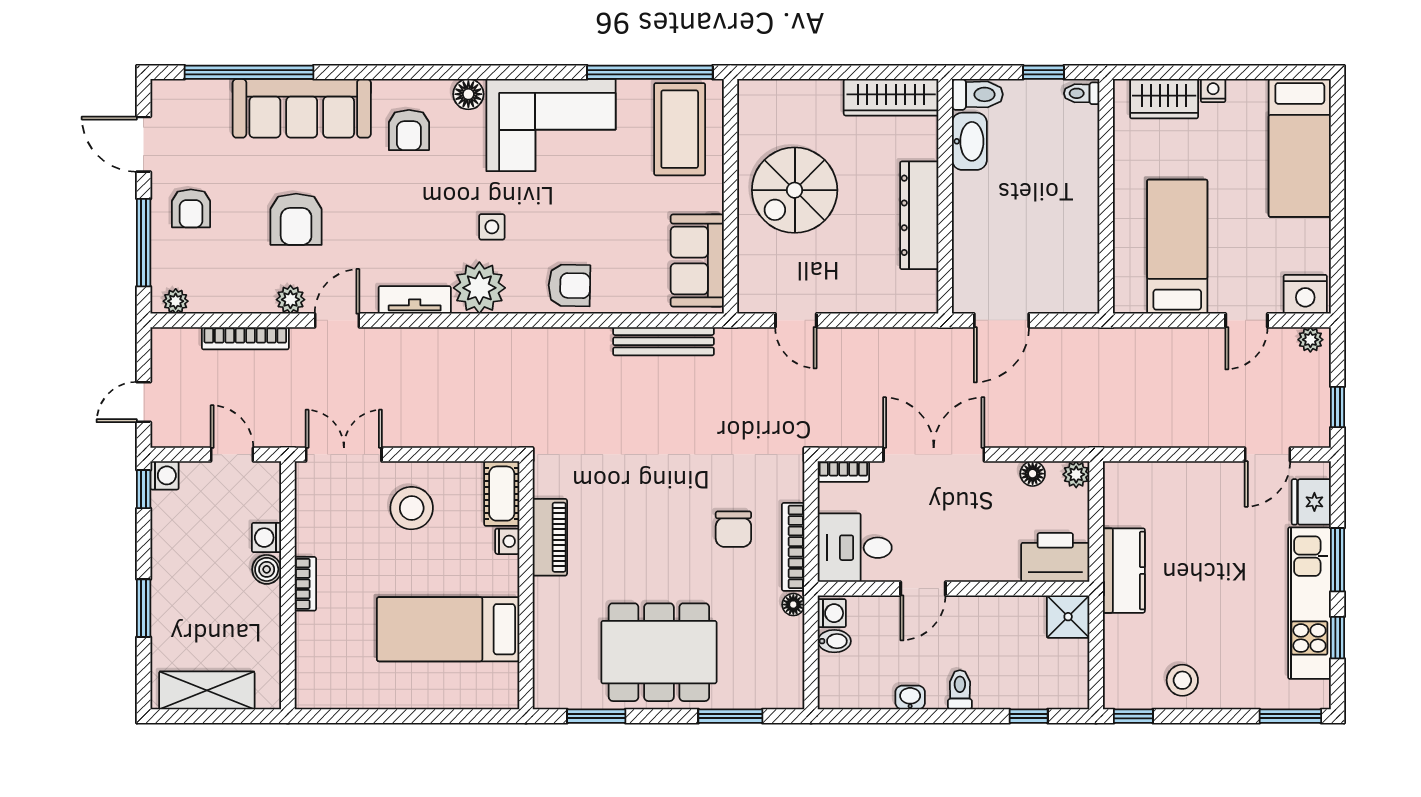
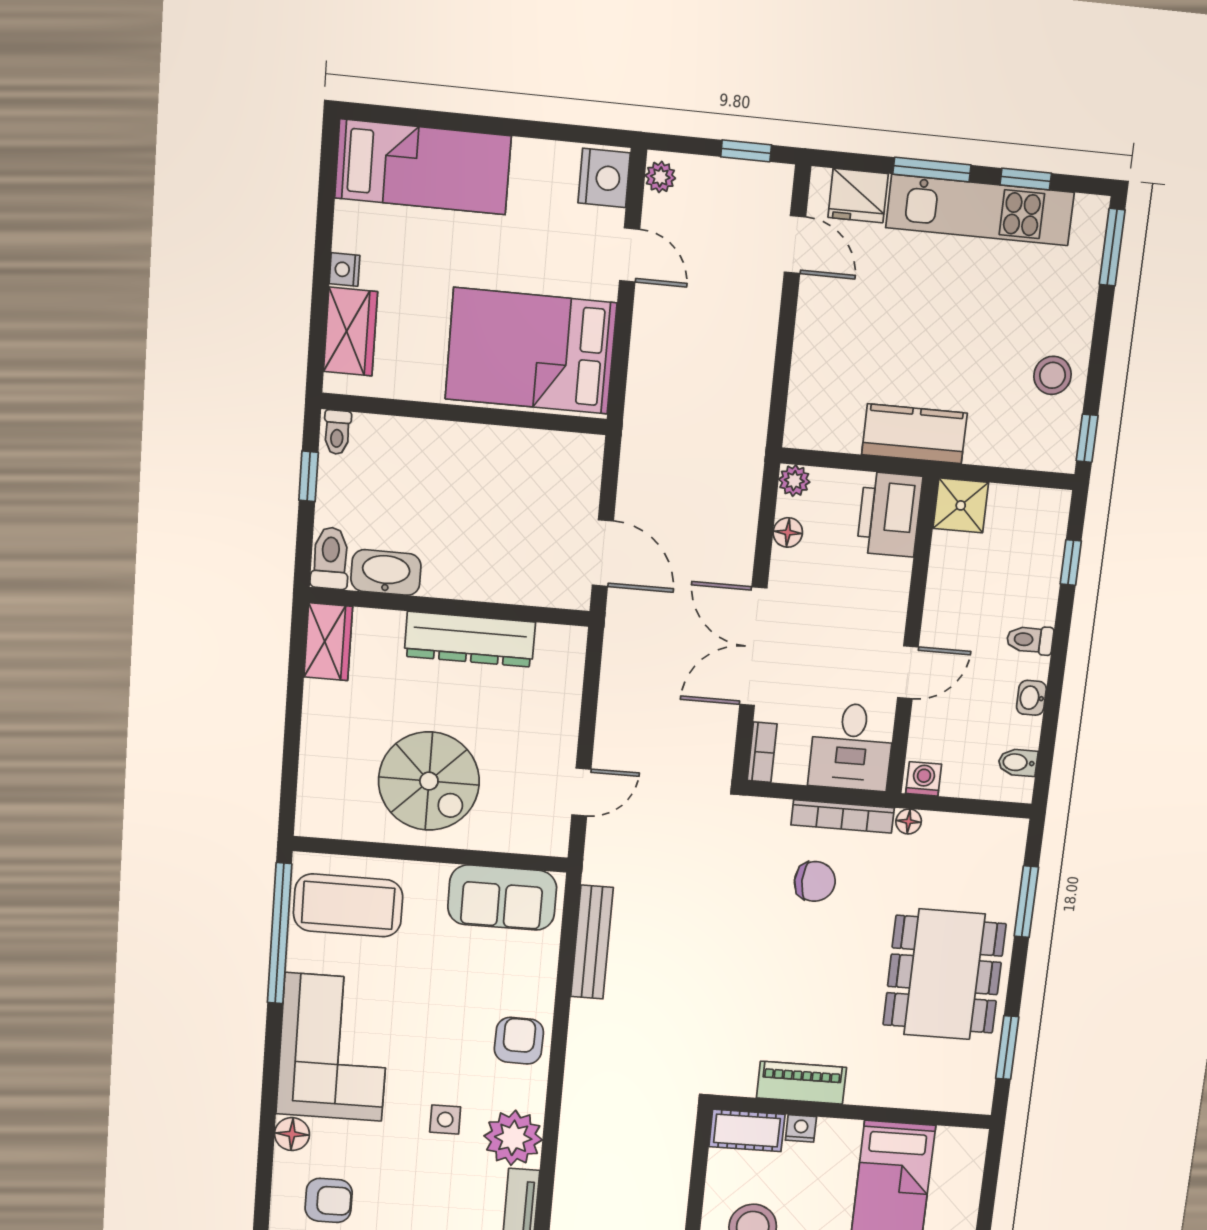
wardrobe: (891, 97) -> (328, 642), width x0.67
bed: (1177, 247) -> (531, 351), width x1.50
door: (923, 589) -> (908, 672), hinge flipped
bidet: (834, 641) -> (1018, 762), moved, turned -90

